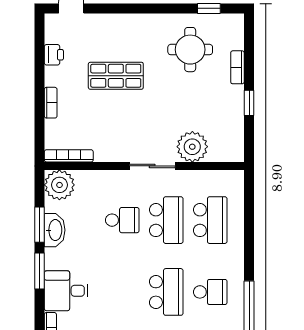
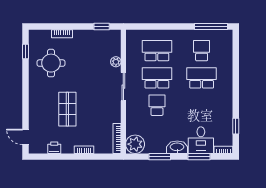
window: (249, 103) -> (102, 27), moved
plant: (192, 147) -> (116, 62), width x0.53, depth x0.53
washbasin: (55, 230) -> (177, 147), moved
window: (40, 271) -> (199, 157), moved

